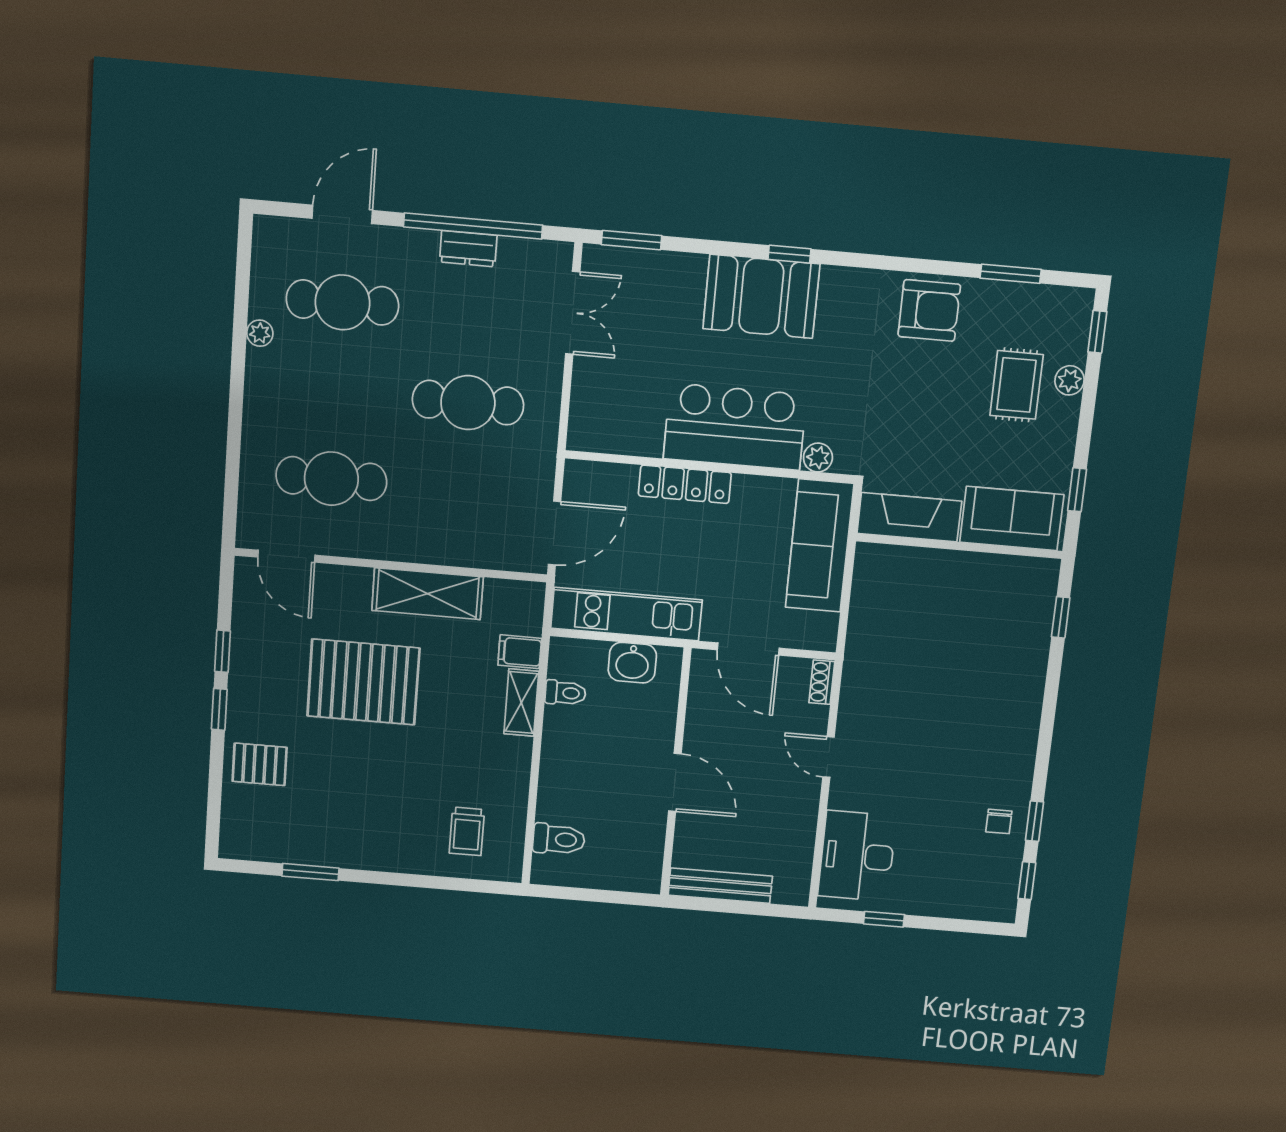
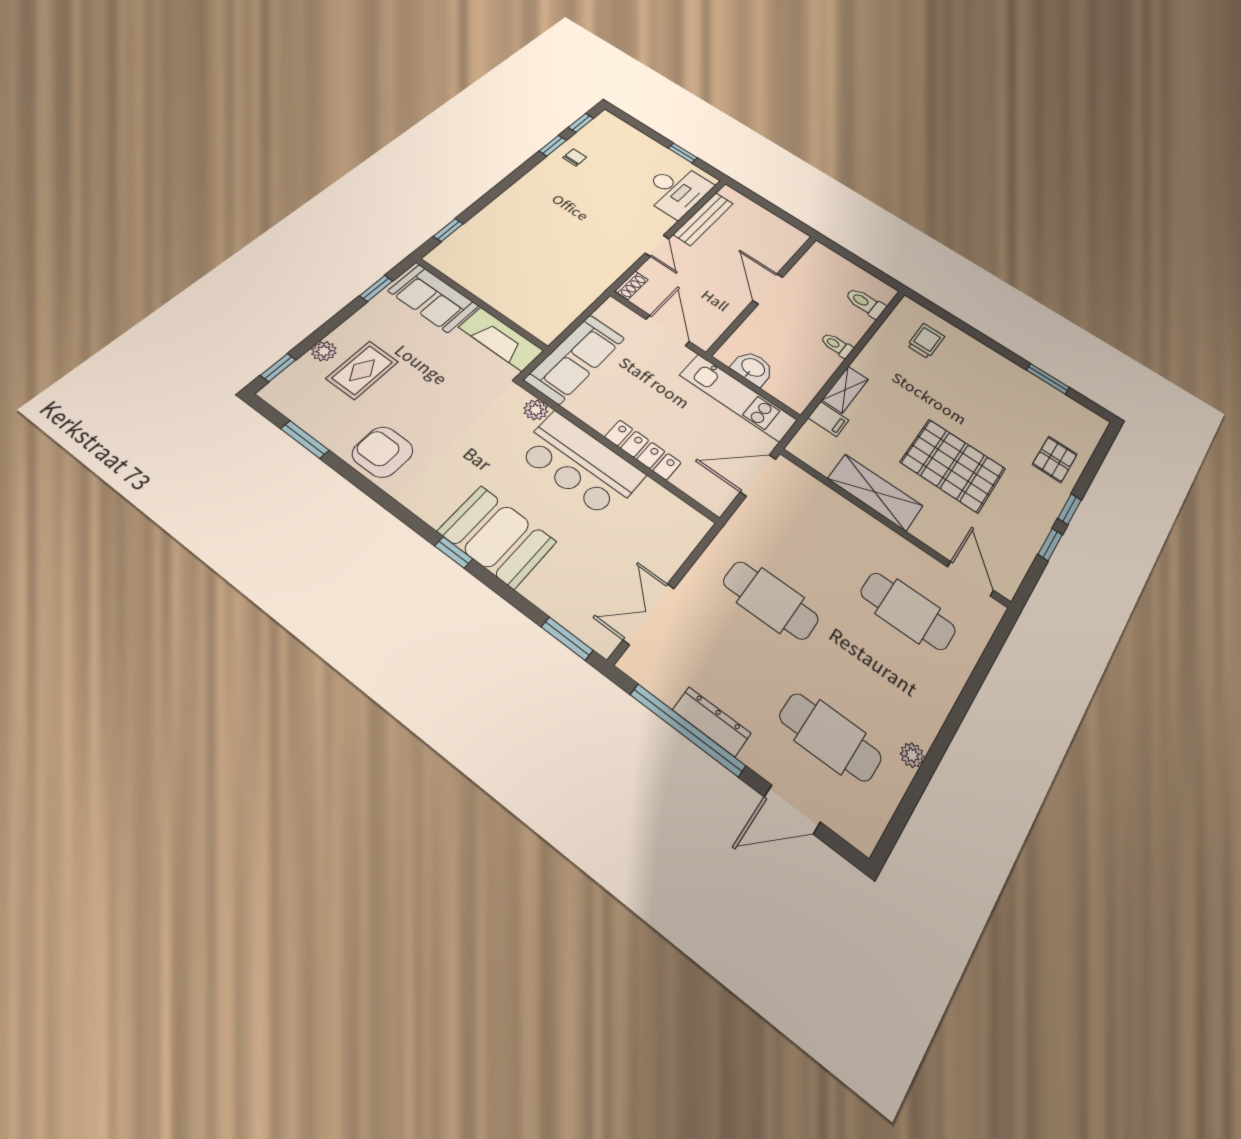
dresser: (468, 249) -> (712, 722), width x1.44
toilet: (565, 693) -> (837, 345), moved
pallet: (260, 764) -> (1055, 459), turned 90
bench: (720, 886) -> (703, 219), moved, turned 90

